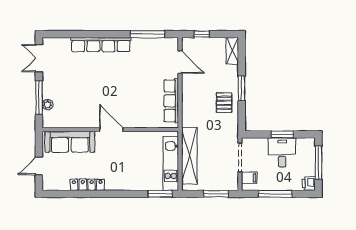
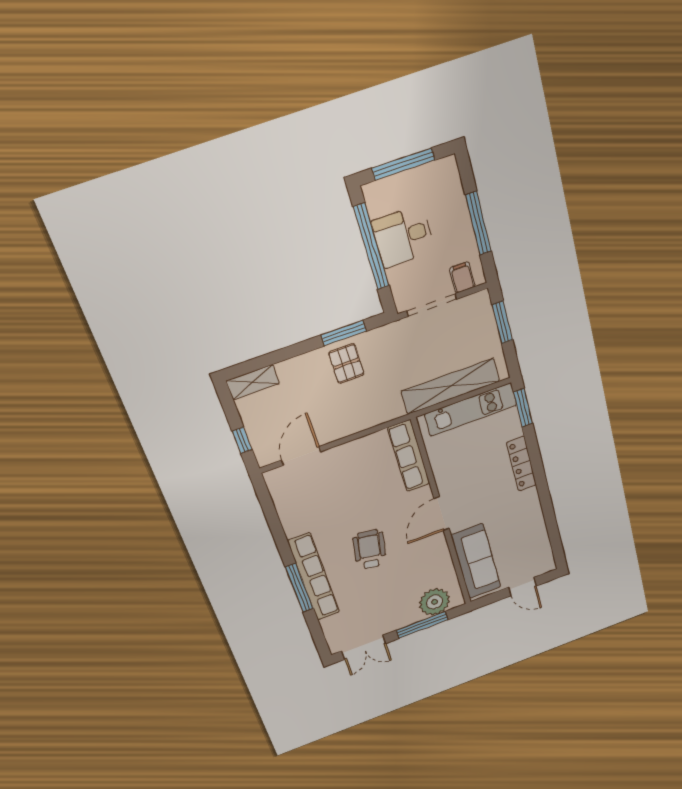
window: (147, 34) -> (299, 588), moved
wheelchair: (105, 82) -> (370, 550), added
window: (242, 88) -> (344, 333), moved
row of seats: (171, 101) -> (409, 456), moved, turned 90
pallet: (224, 103) -> (346, 364), turned 90
plant: (48, 105) -> (435, 602), width x1.88, depth x1.88
window: (282, 134) -> (371, 247), width x2.11
printer: (309, 184) -> (445, 169), removed
locker: (87, 185) -> (521, 464), moved

